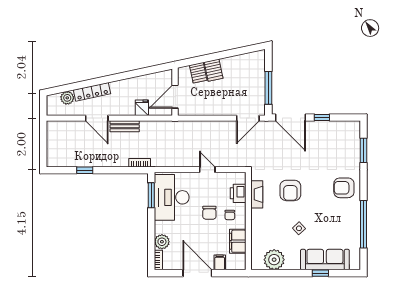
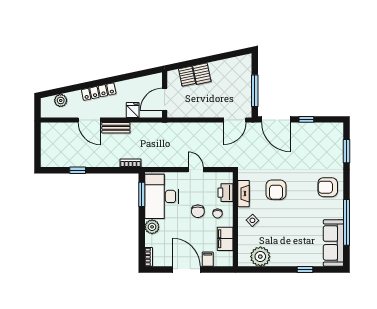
locker: (92, 92) -> (99, 92), moved
side table: (299, 228) -> (252, 220), moved
plant: (162, 242) -> (152, 227), moved
sofa: (325, 260) -> (333, 243), moved, turned -90

